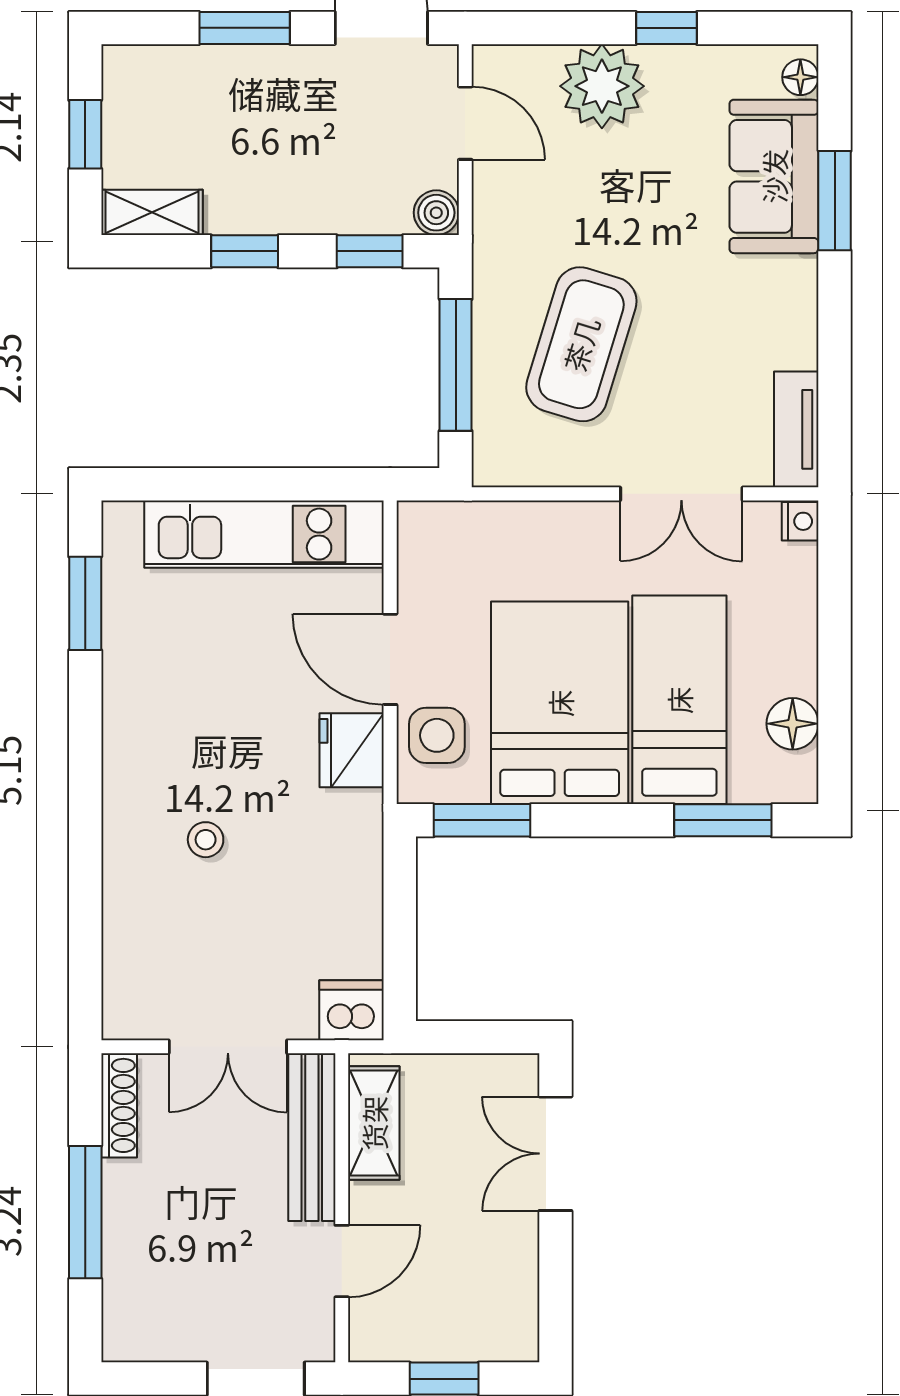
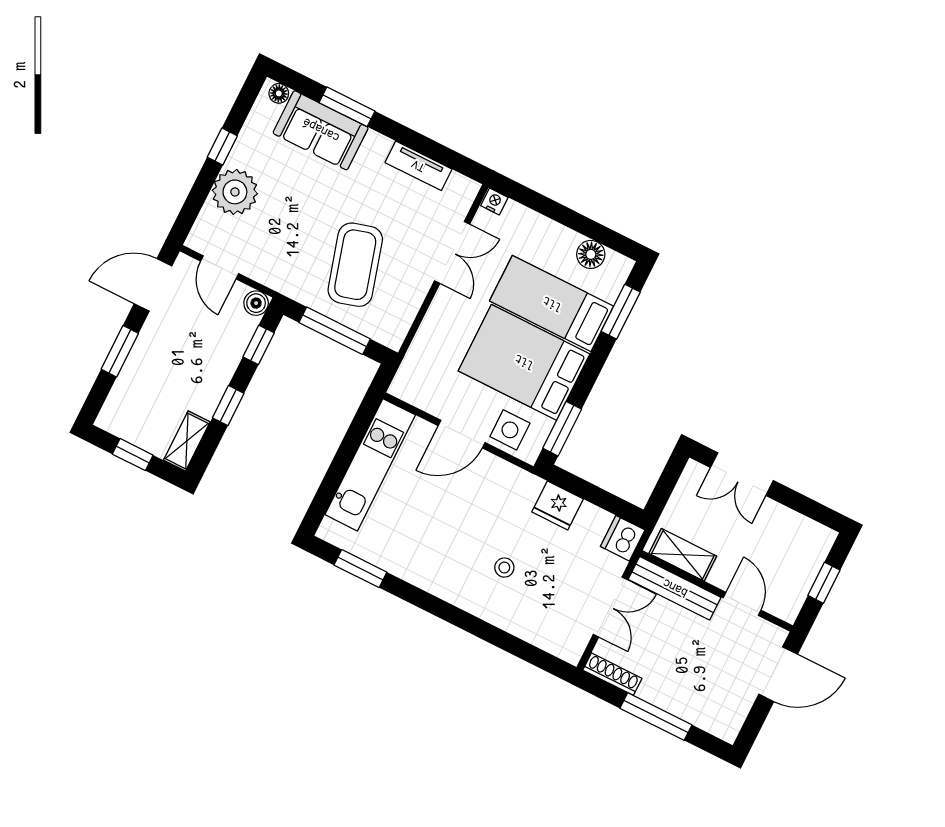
door: (465, 123) -> (220, 267), swing flipped
coffee table: (581, 344) -> (355, 265), turned 57
tv unit: (796, 429) -> (418, 166), moved
fridge: (352, 750) -> (558, 505), moved

